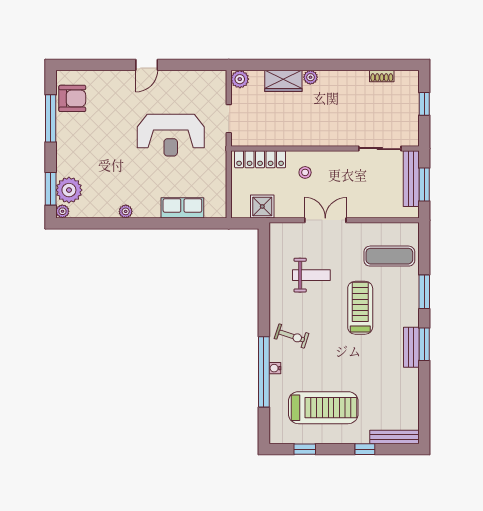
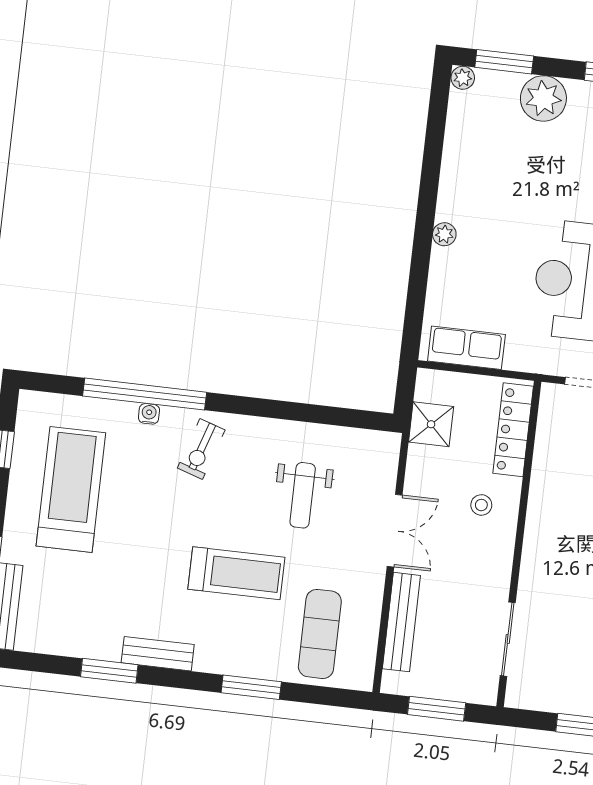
bench: (411, 179) -> (401, 622), moved, turned 90
plant: (69, 190) -> (543, 98), moved
row of seats: (182, 208) -> (466, 348), moved, turned -90
plant: (126, 211) -> (444, 234), moved
window: (424, 344) -> (109, 671), moved
treadmill: (323, 408) -> (71, 489), turned 180

